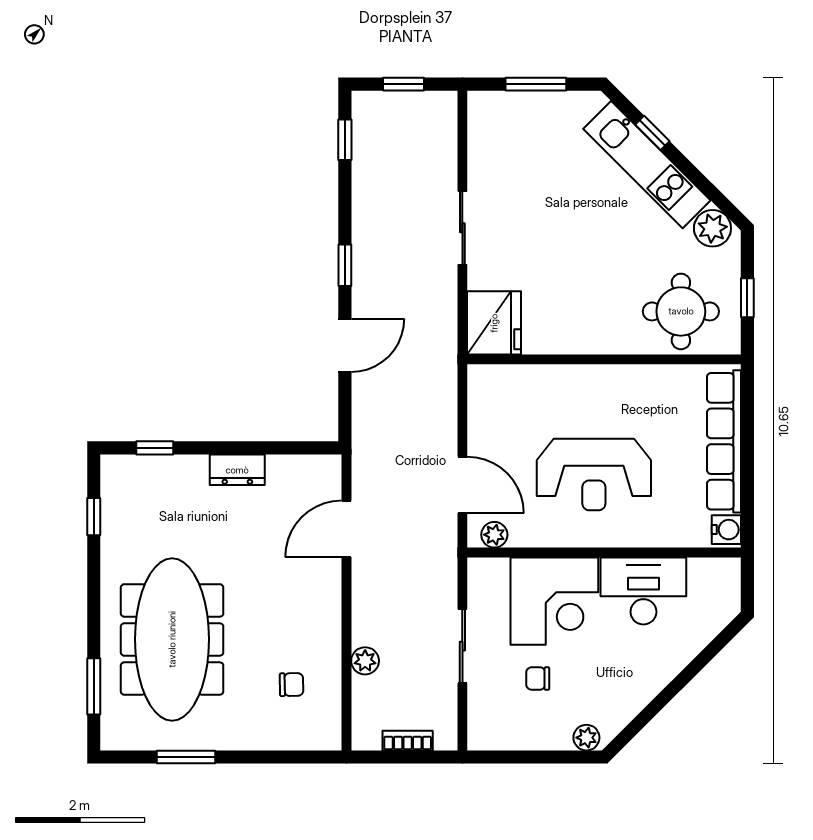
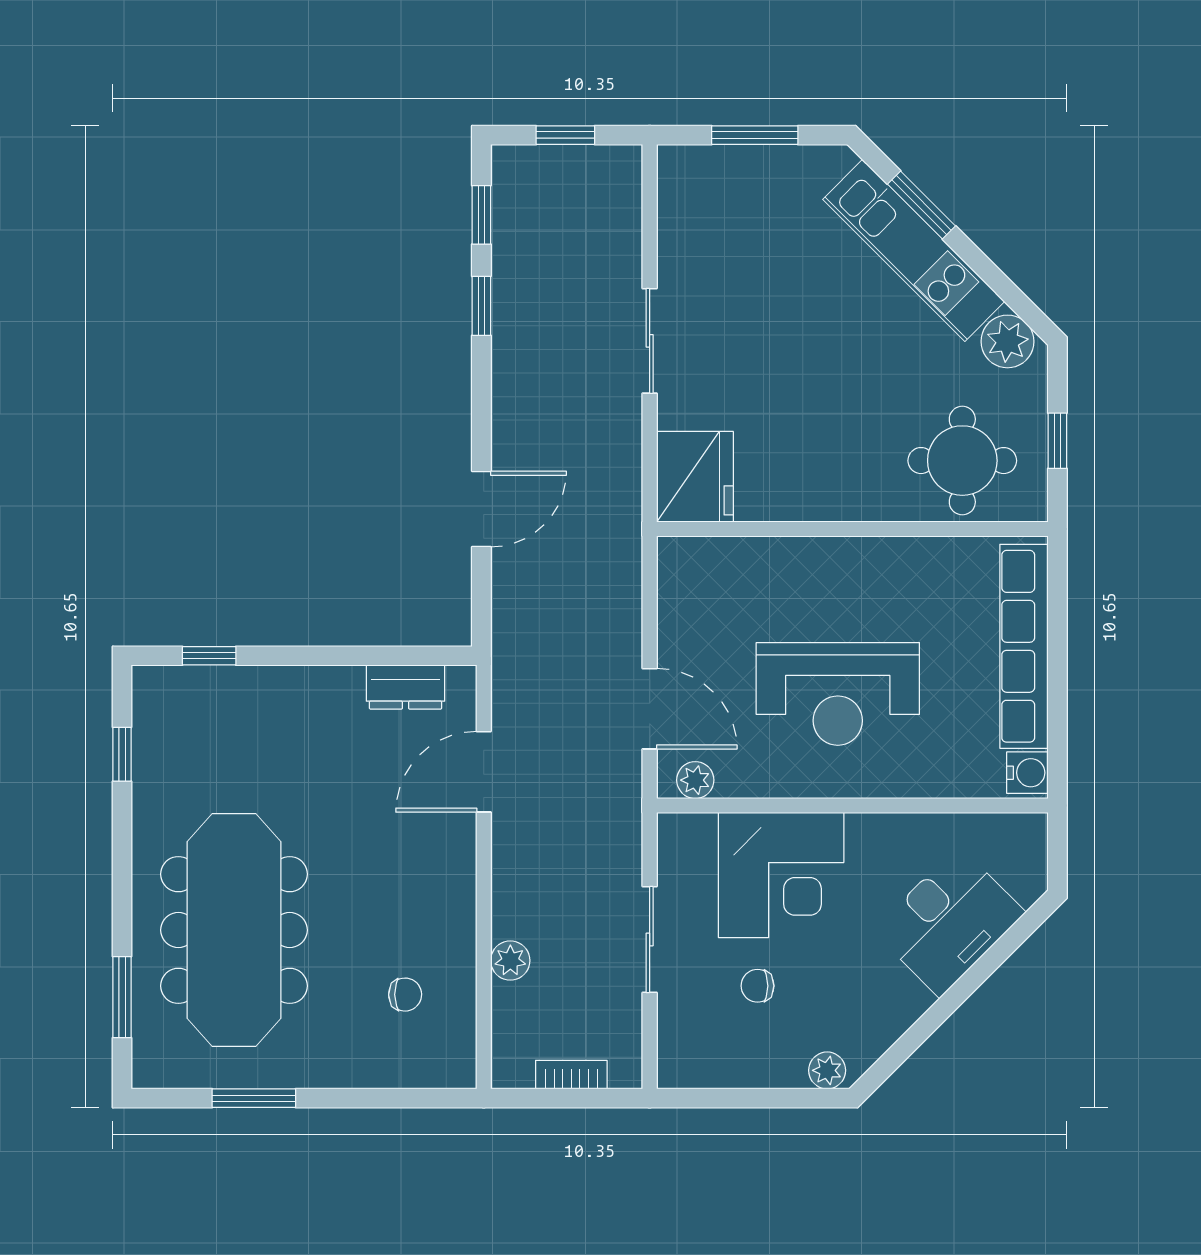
window: (652, 133) -> (921, 205), width x1.50
window: (345, 265) -> (481, 306), moved
dresser: (237, 470) -> (406, 687), moved
desk: (643, 591) -> (949, 922), moved, turned 135

